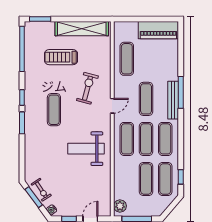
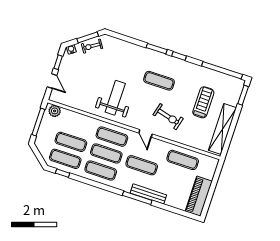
bench: (173, 100) -> (148, 194), moved

